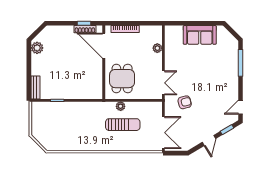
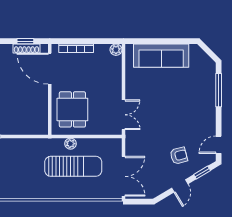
sofa: (200, 35) -> (161, 56), width x1.36
plant: (157, 48) -> (116, 50), moved
armchair: (185, 102) -> (179, 156), moved
sun lounger: (123, 125) -> (73, 166), width x1.36, depth x1.34

